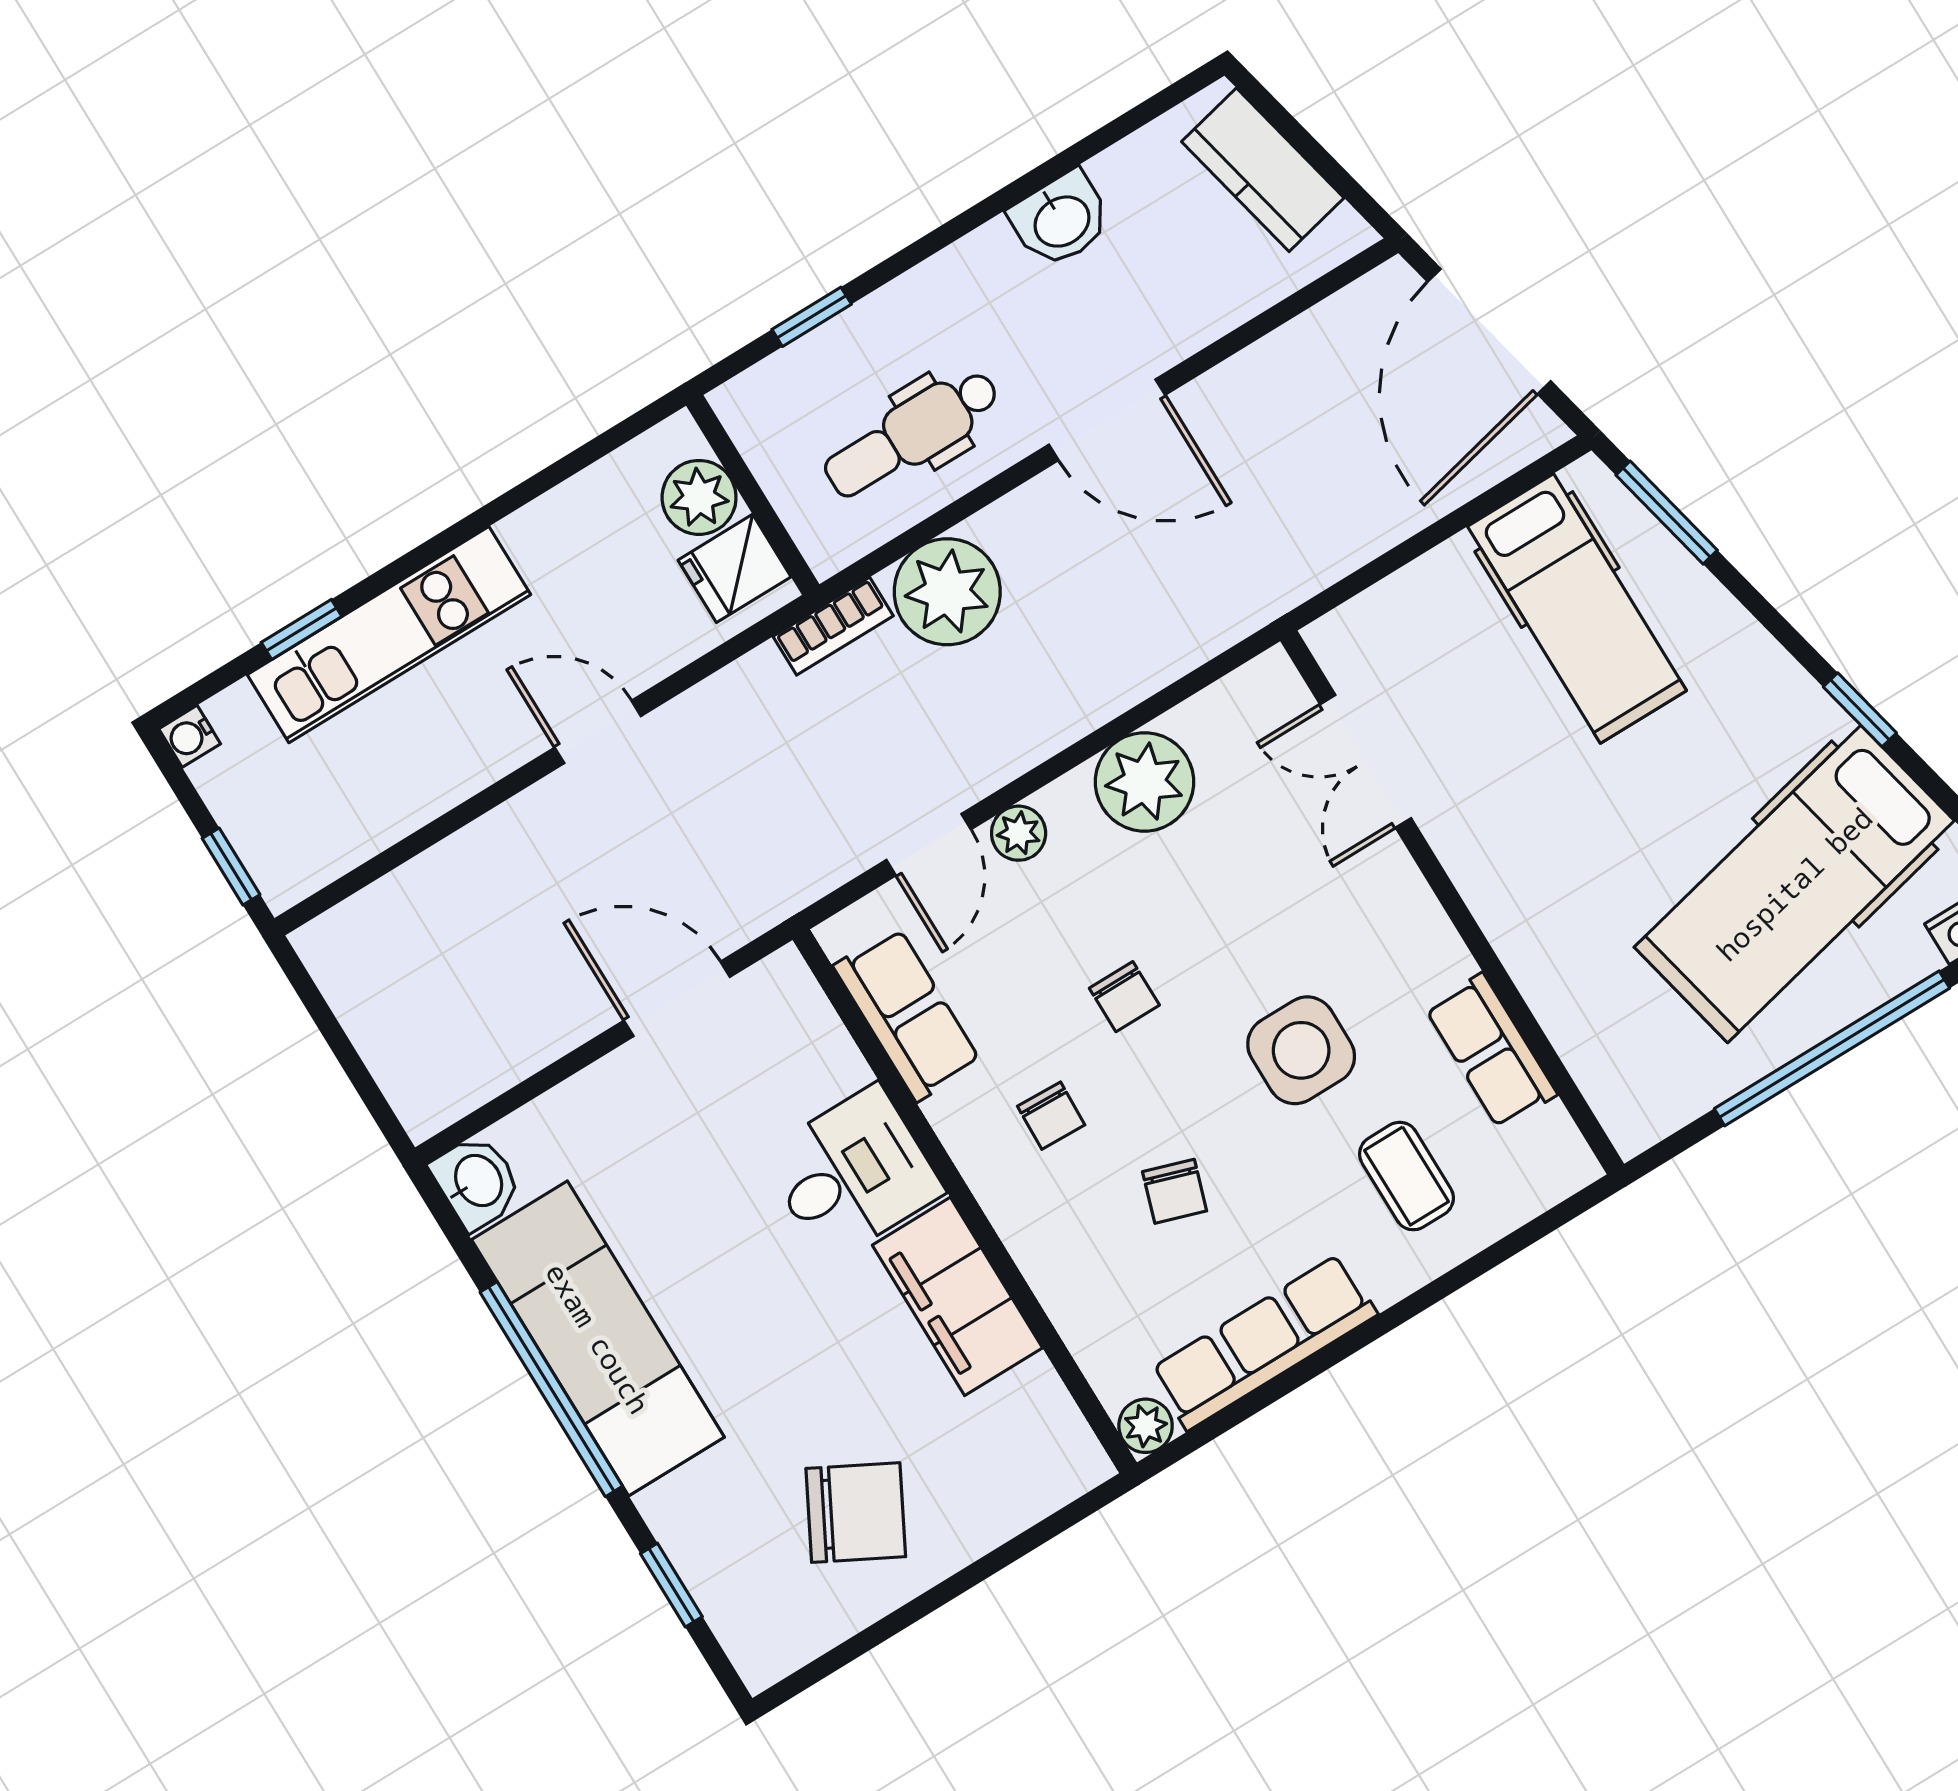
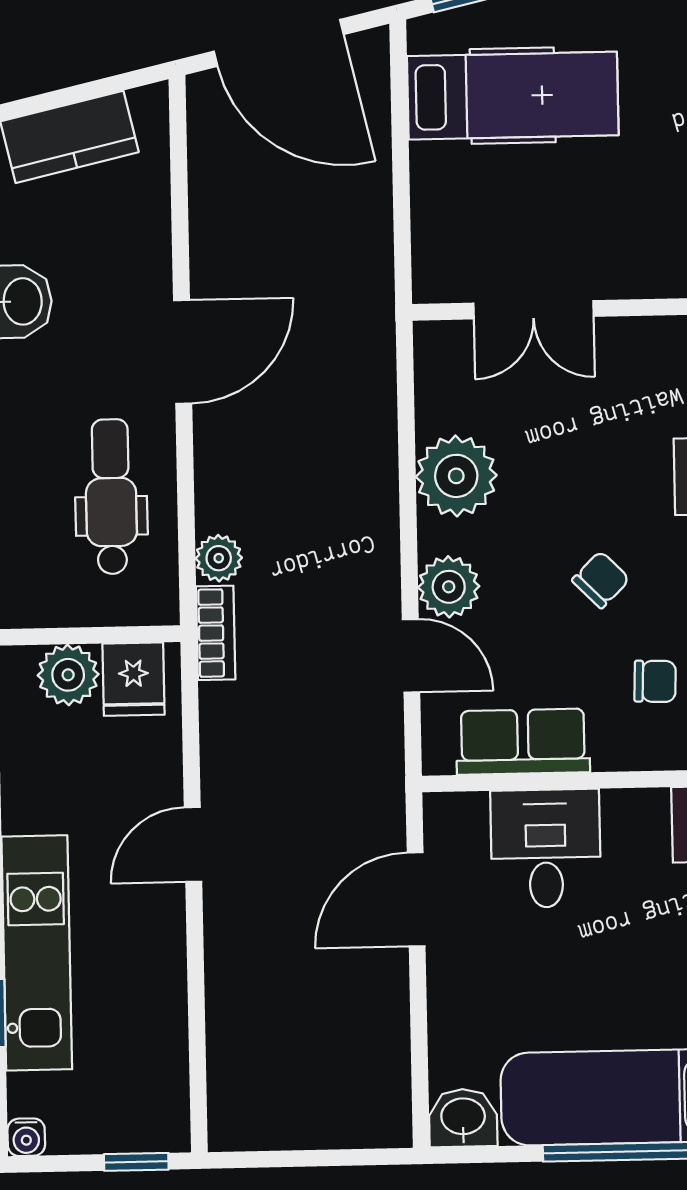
dental chair: (912, 433) -> (111, 497), turned 180
plant: (947, 592) -> (219, 558), width x0.53, depth x0.53
plant: (1019, 833) -> (449, 587), width x1.38, depth x1.38
chair: (1124, 997) -> (601, 580), turned -45
desk: (852, 1173) -> (546, 848), moved

